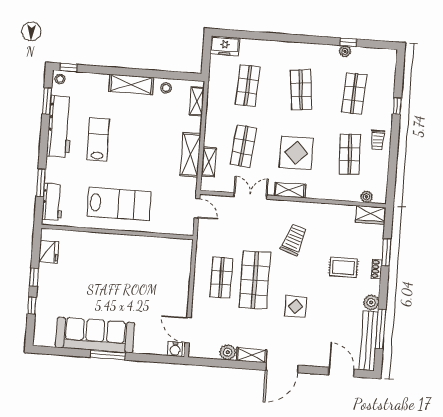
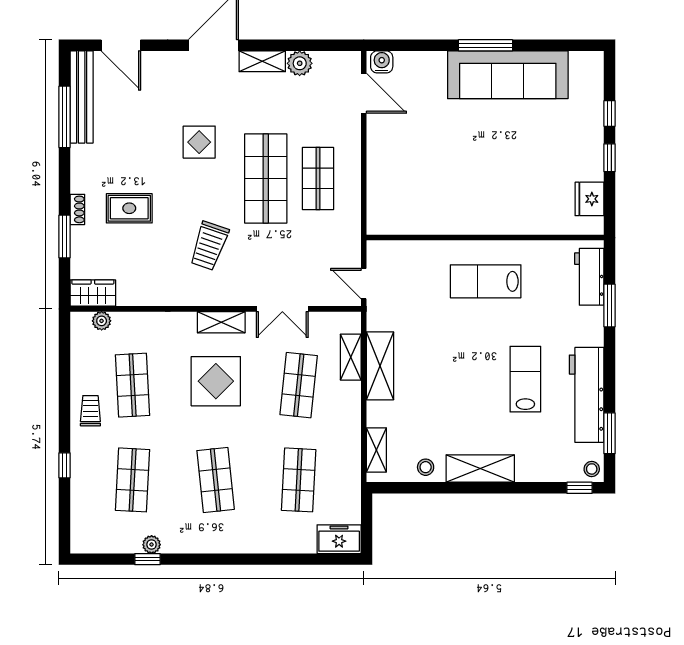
lab bench: (98, 140) -> (525, 379), turned 180
lab bench: (119, 204) -> (486, 281), width x0.73, depth x0.72
plant: (371, 302) -> (82, 157), removed

